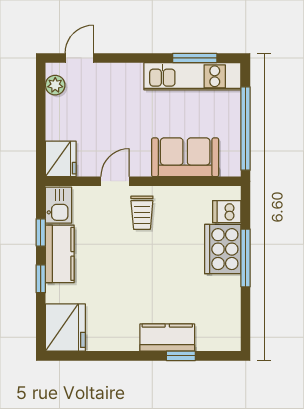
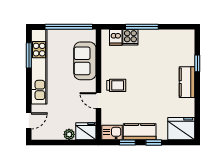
door: (79, 58) -> (29, 121), swing flipped
kitchen unit: (192, 76) -> (39, 67), width x1.36
plant: (55, 85) -> (69, 134), moved
cooker: (223, 249) -> (130, 37), width x0.53, depth x0.76
kitchen counter: (167, 338) -> (187, 82), moved

